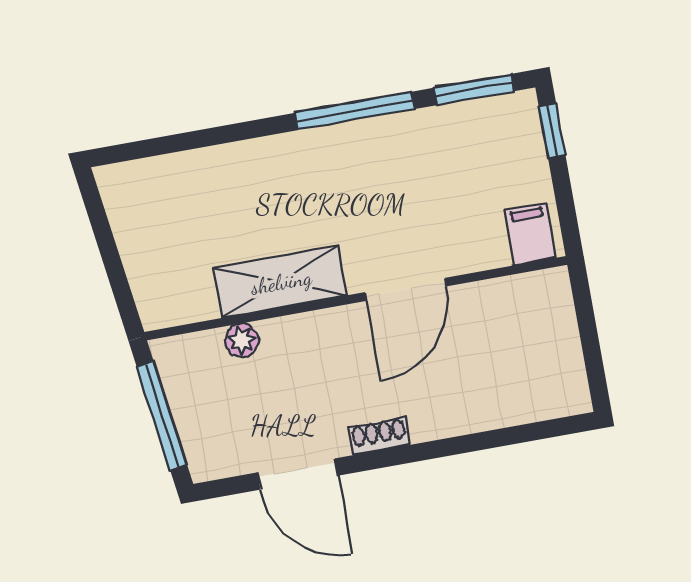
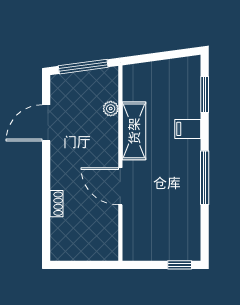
window: (474, 89) -> (205, 95), moved
filing cabinet: (530, 234) -> (188, 129), moved, turned 180
shoe rack: (379, 436) -> (57, 204), moved

